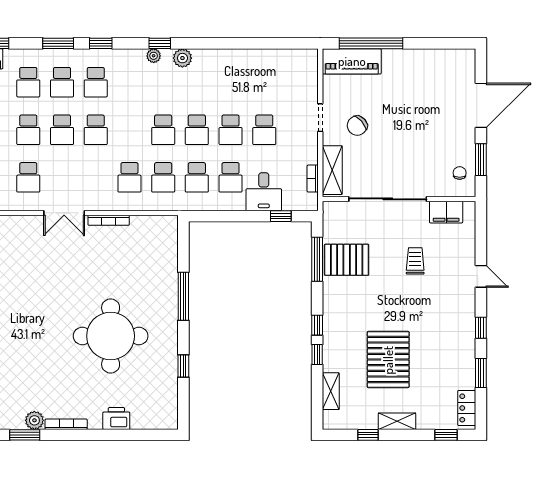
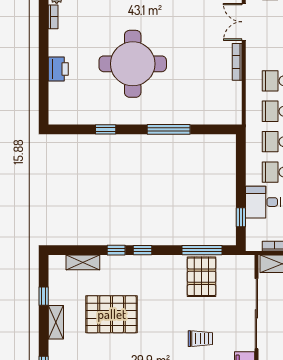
bookcase: (66, 424) -> (53, 17), width x0.64

